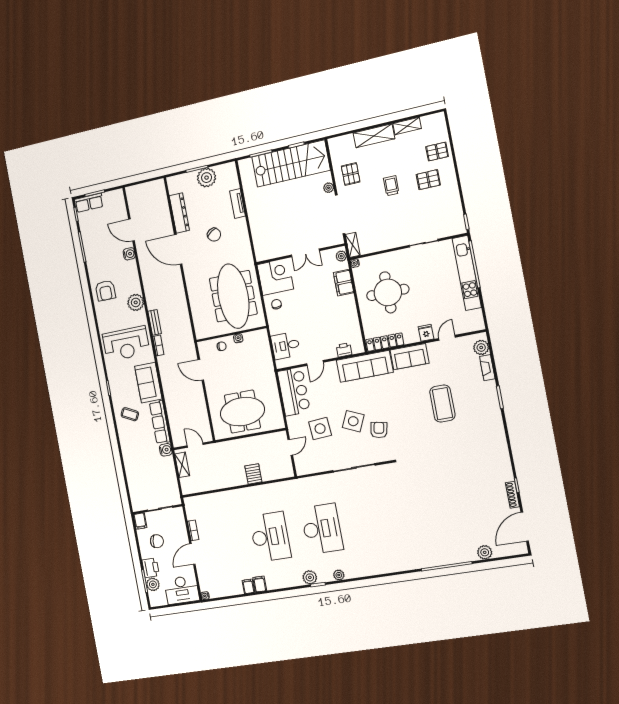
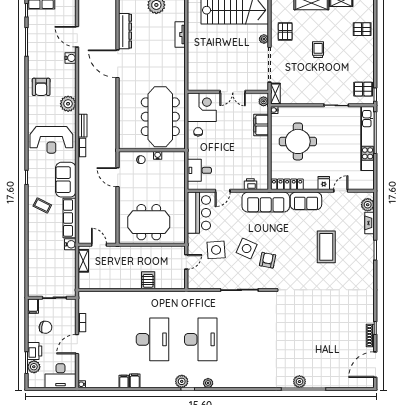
pallet: (428, 180) -> (363, 89), moved
chair: (214, 235) -> (153, 58), removed
plant: (485, 552) -> (299, 382), moved

